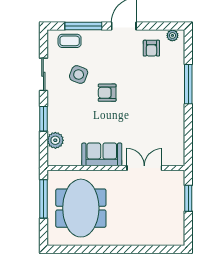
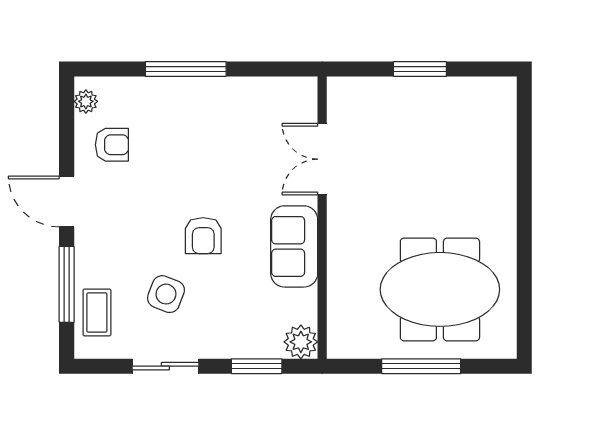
sofa: (102, 154) -> (294, 246), moved
wall: (116, 168) -> (322, 218), moved
double door: (144, 168) -> (322, 159), moved

